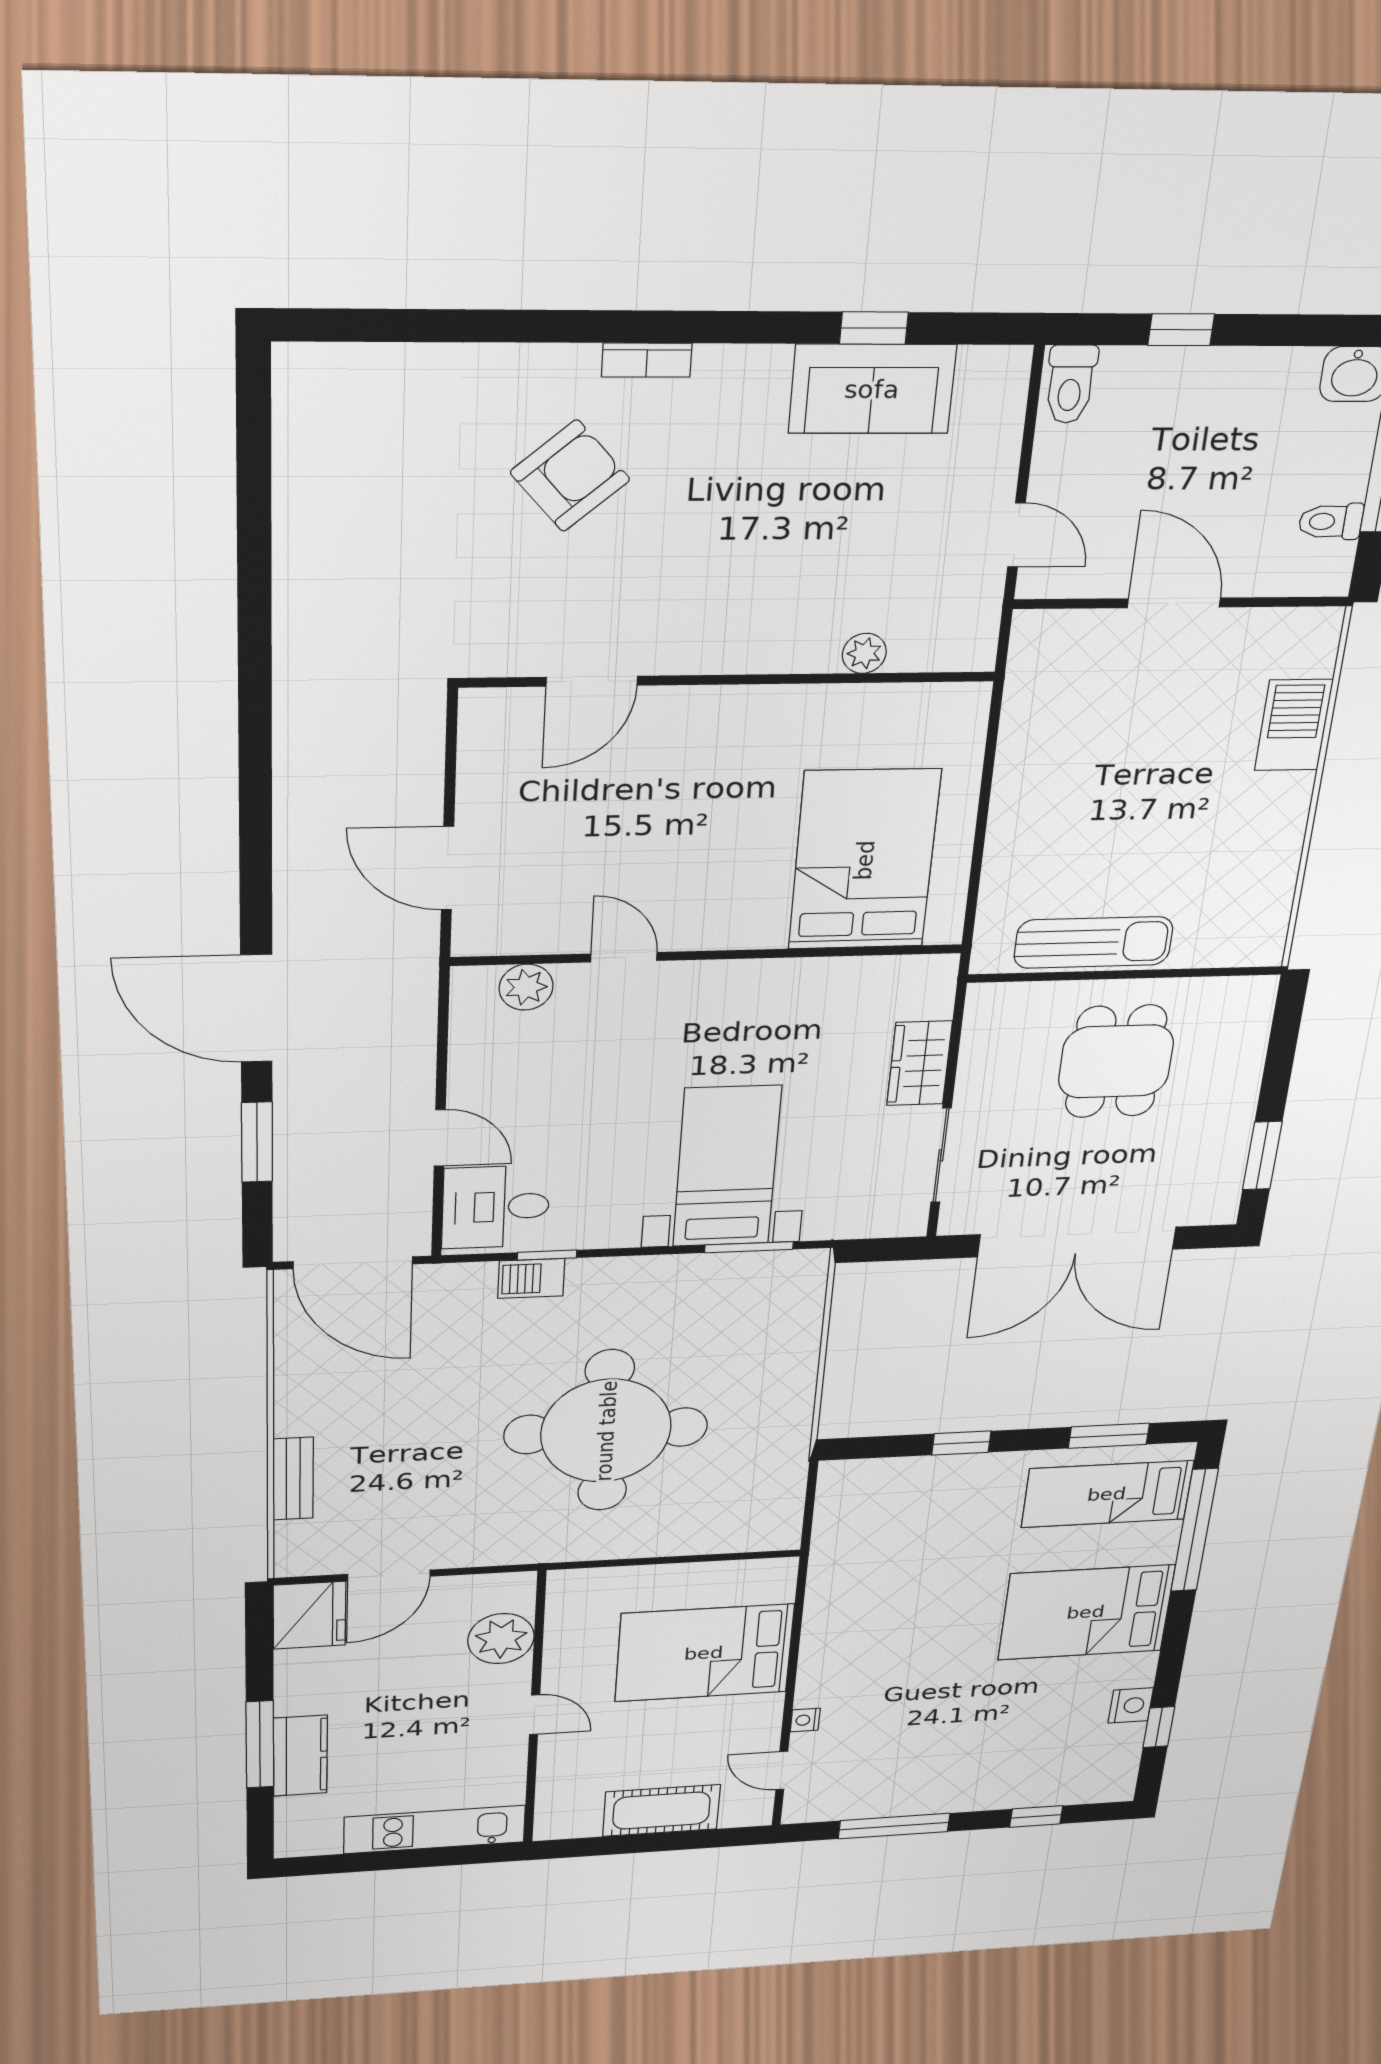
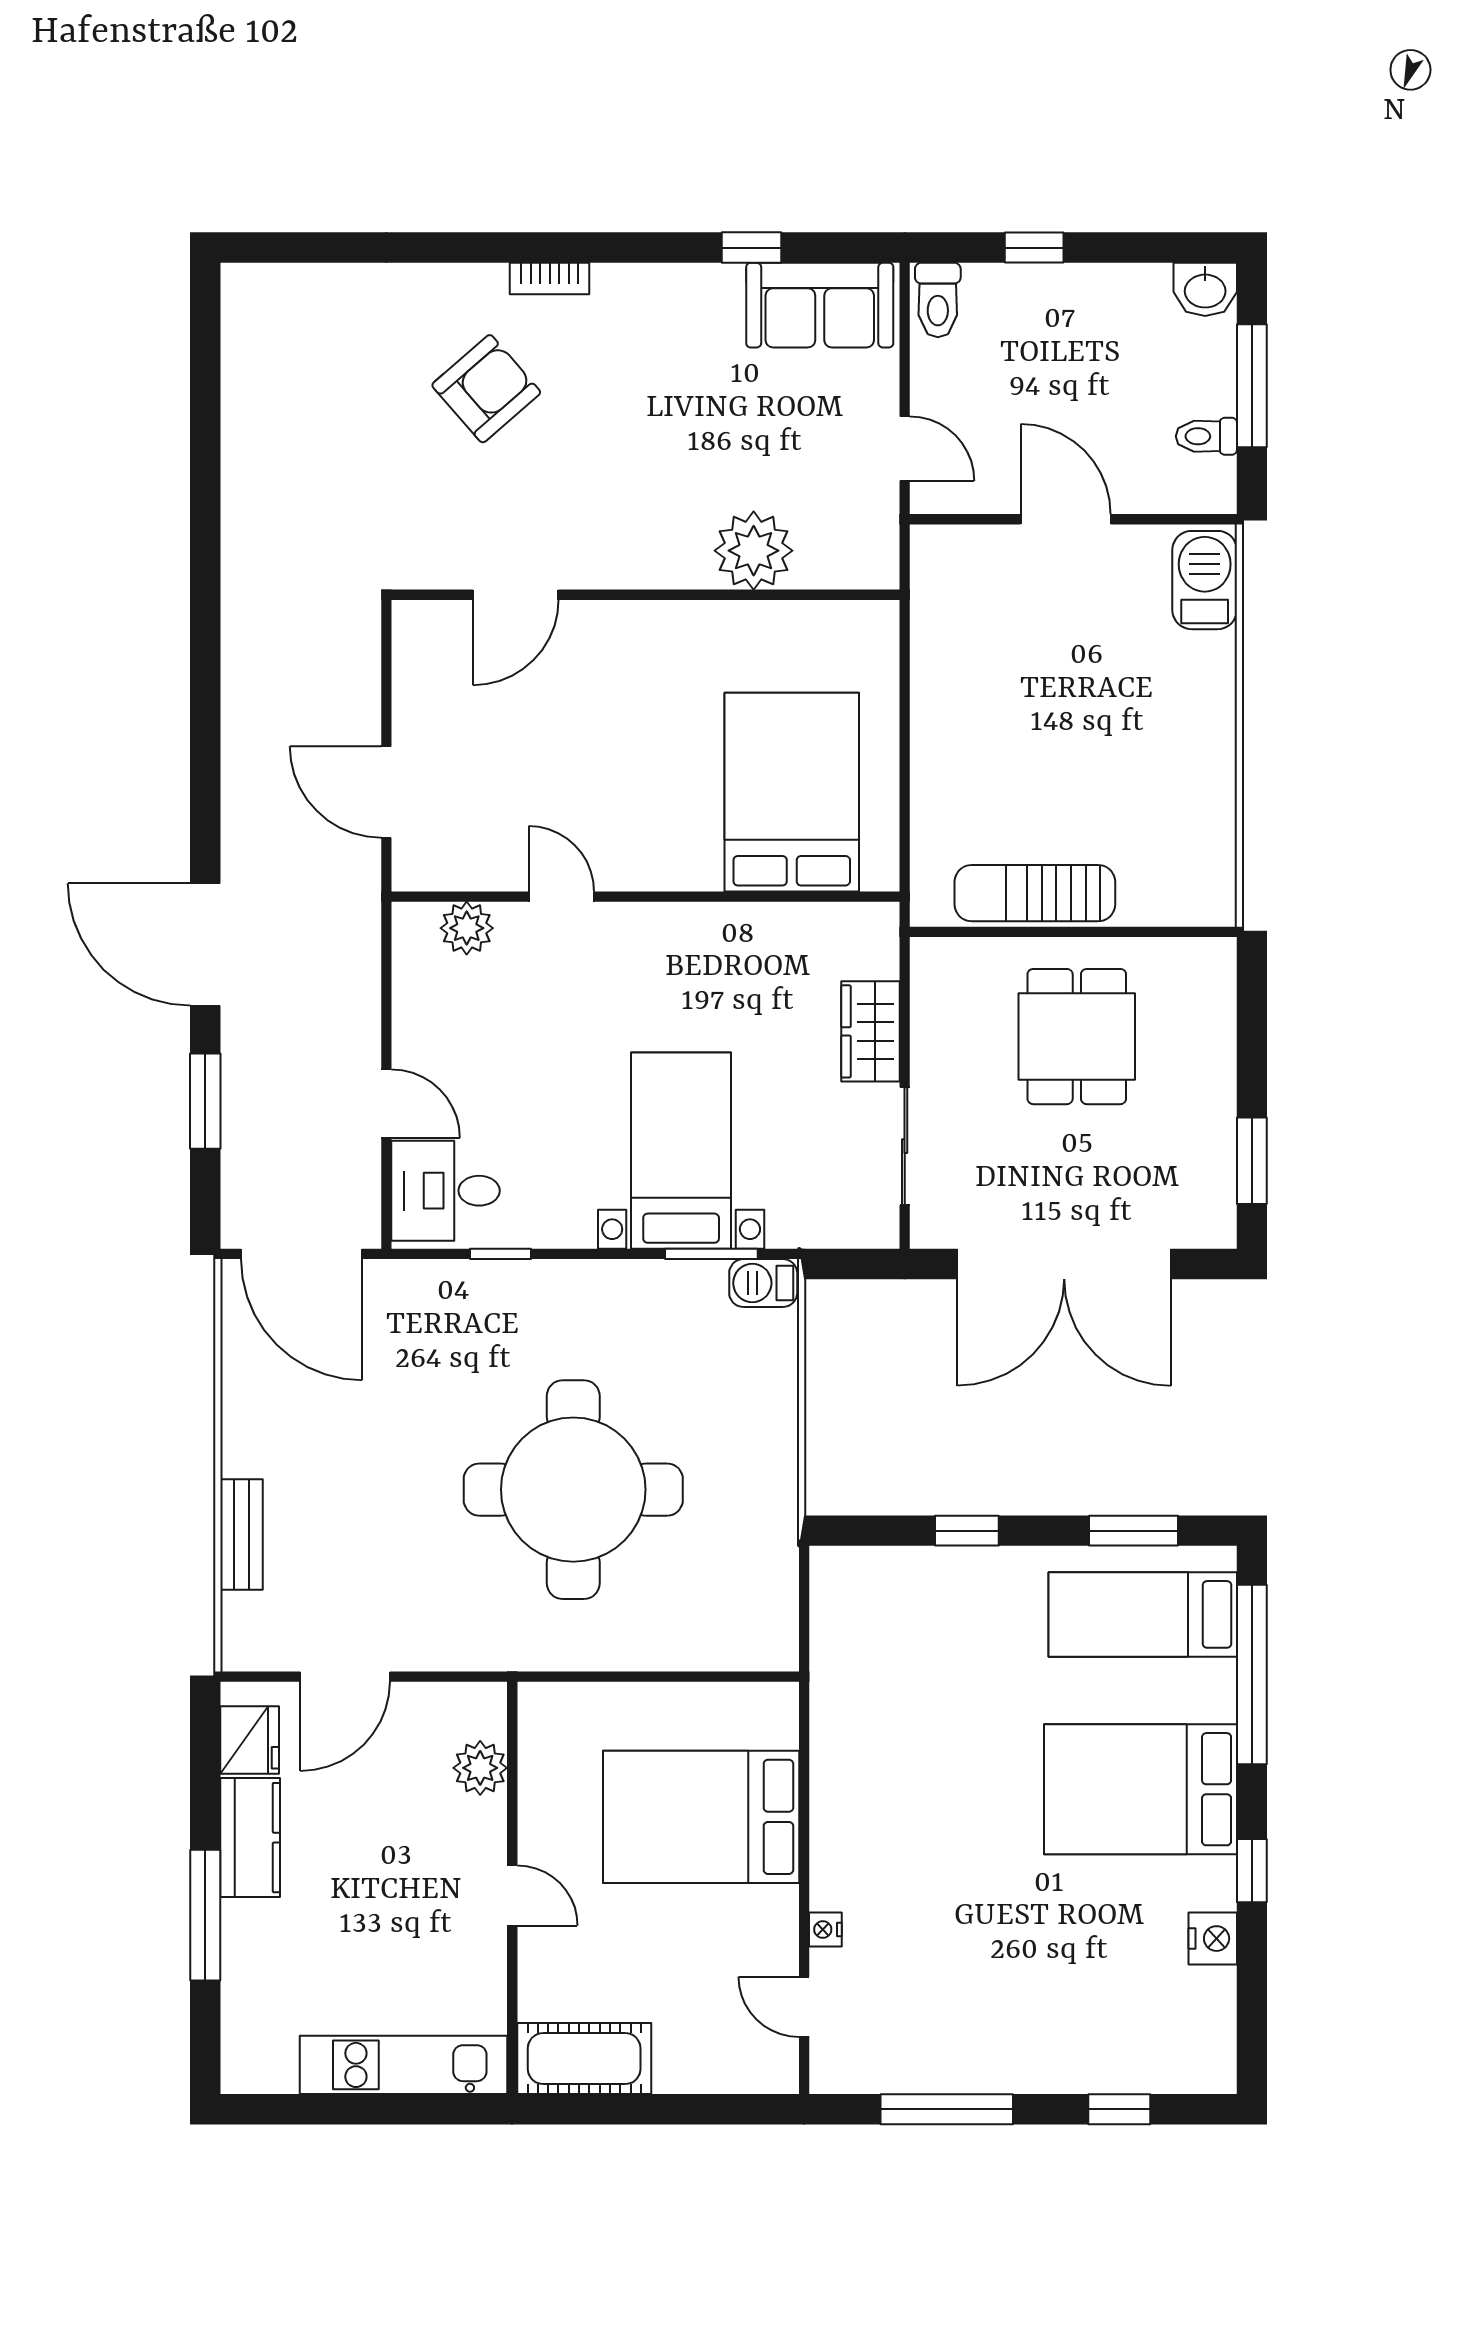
sofa: (872, 389) -> (820, 305), moved
plant: (864, 653) -> (754, 551), width x1.88, depth x1.88
barbecue: (1294, 725) -> (1205, 580), moved
sun lounger: (1094, 942) -> (1035, 893), turned 180
barbecue: (531, 1278) -> (763, 1283), moved
fridge: (309, 1615) -> (250, 1740), width x0.73, depth x0.75
plant: (501, 1639) -> (480, 1768), width x0.73, depth x0.73
window: (1159, 1727) -> (1252, 1871), moved
kitchen counter: (300, 1756) -> (250, 1838), moved
cot: (662, 1811) -> (584, 2059), moved

